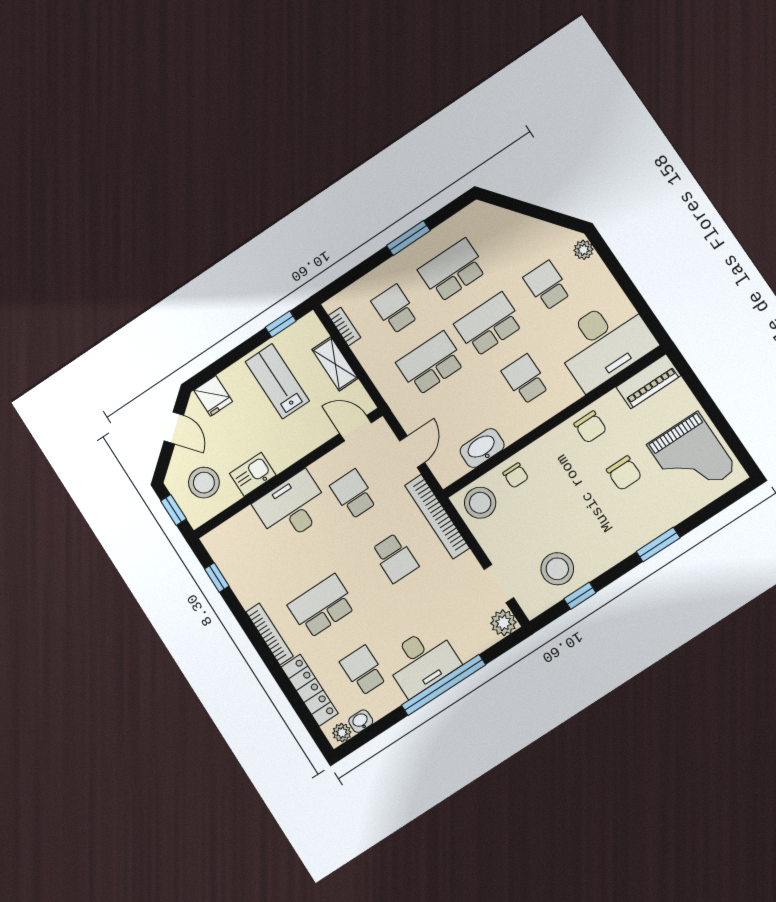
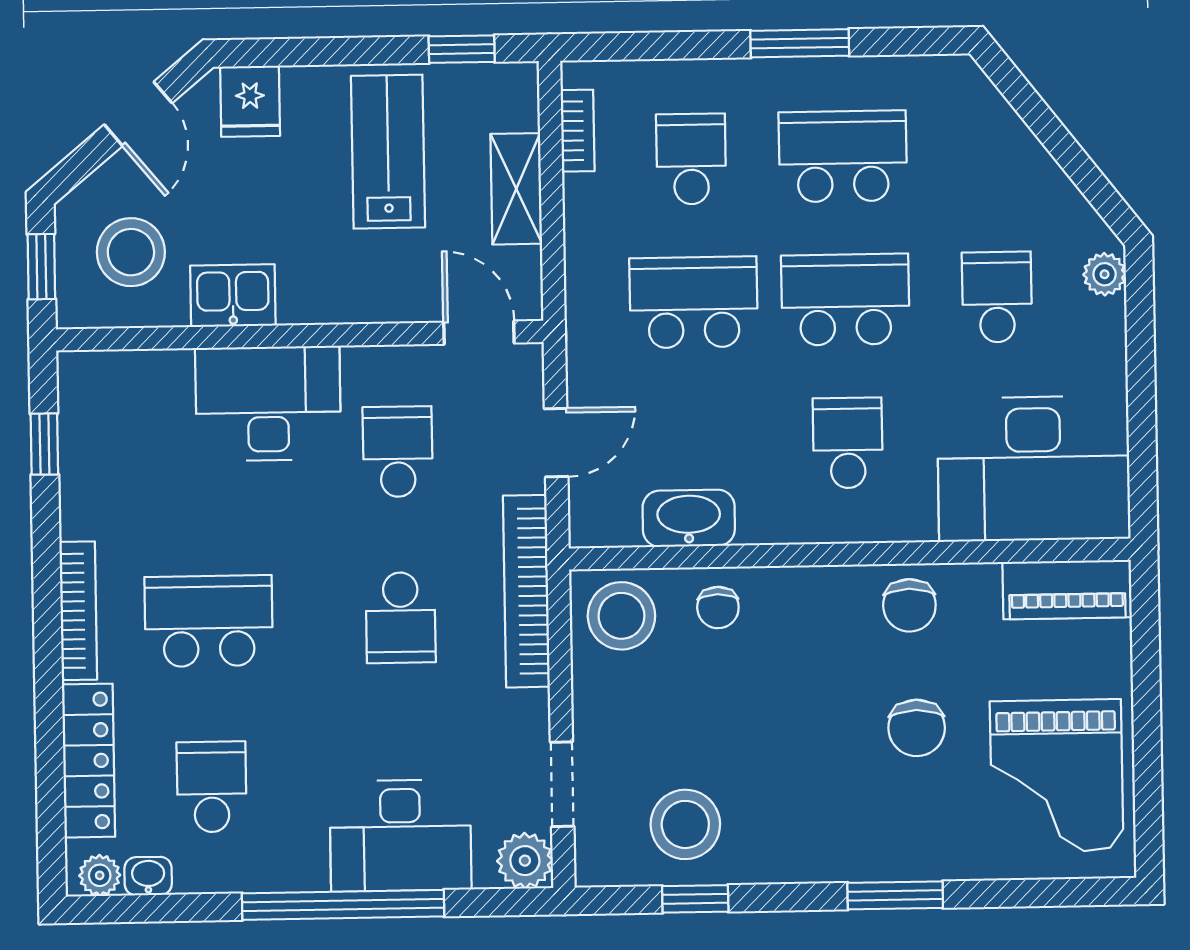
desk: (422, 661) -> (400, 836), moved

